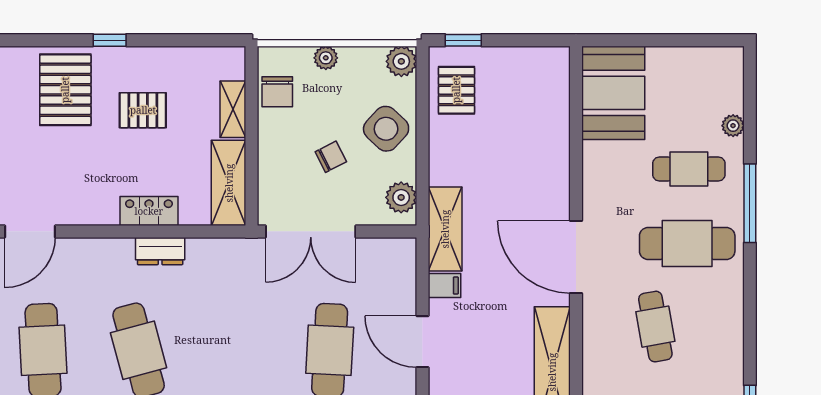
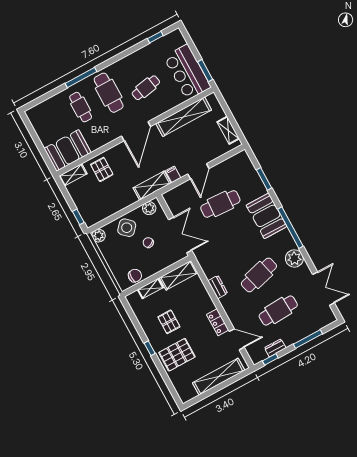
plant: (326, 58) -> (113, 264), removed
shelving: (556, 77) -> (73, 175), added
pallet: (456, 90) -> (102, 169), moved, turned 90
plant: (733, 126) -> (56, 99), removed
locker: (149, 211) -> (218, 322), moved

